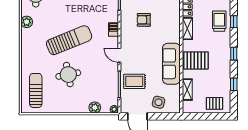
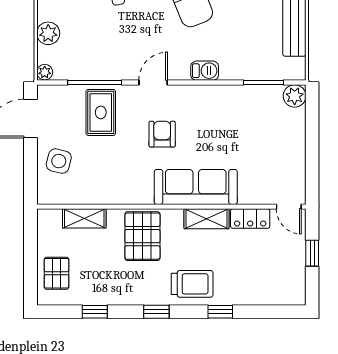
armchair: (144, 20) -> (162, 134), moved
trolley: (219, 21) -> (192, 284), moved
sofa: (171, 64) -> (196, 187), moved

